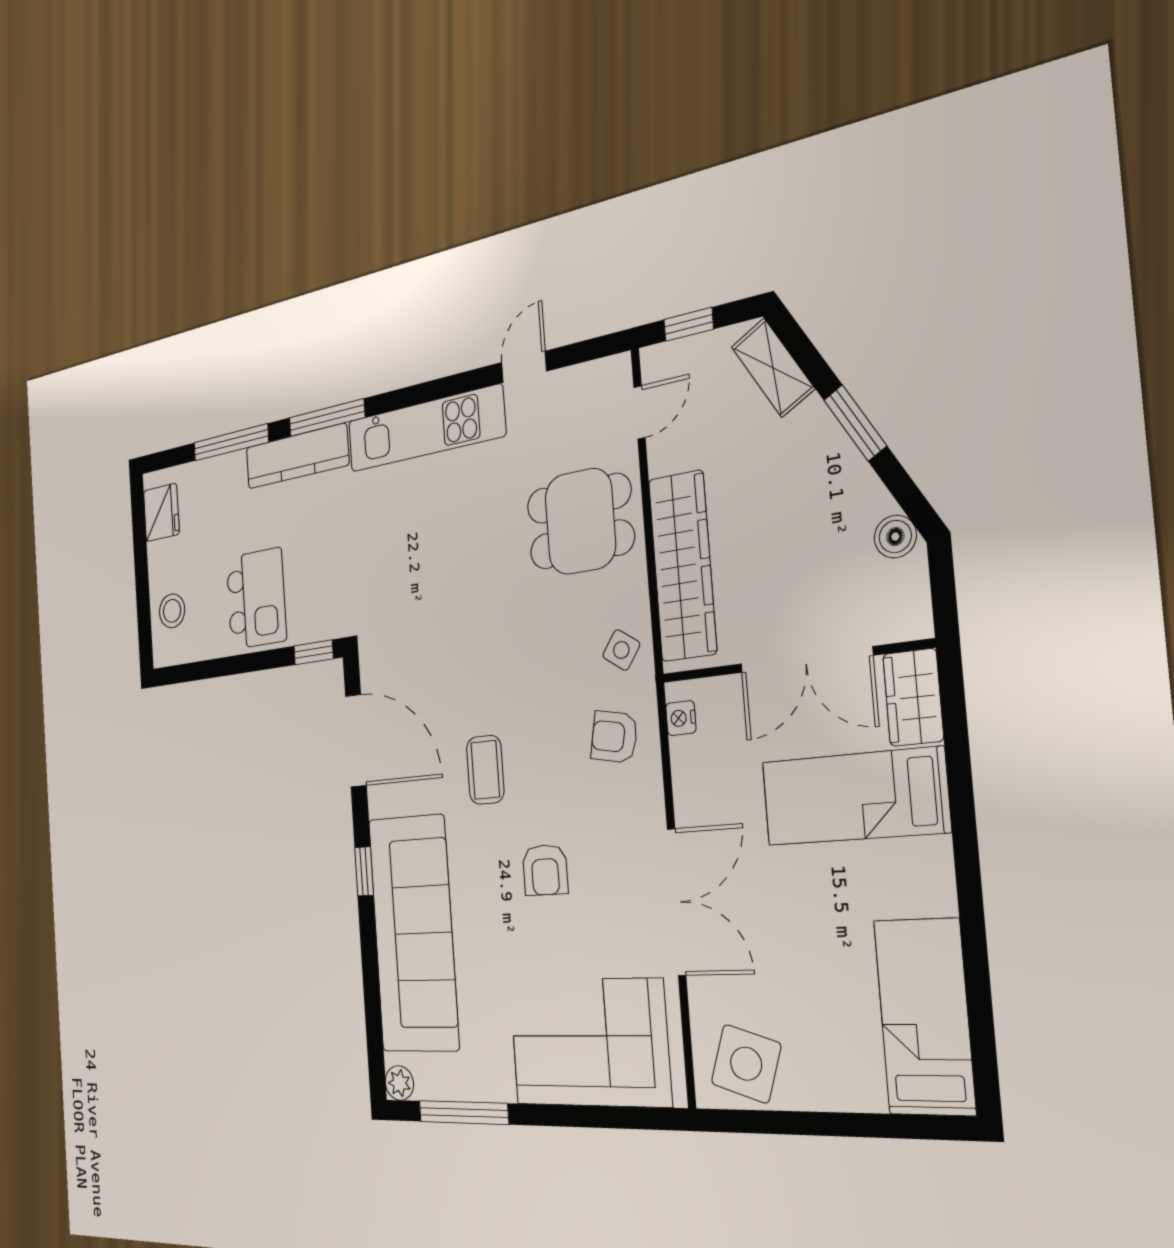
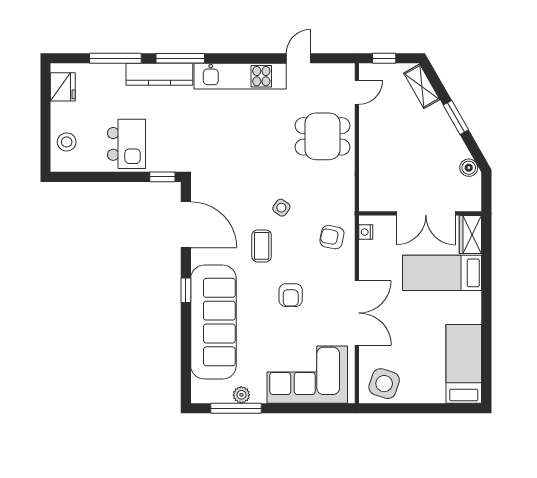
wardrobe: (682, 566) -> (372, 165), removed
side table: (621, 650) -> (281, 208), moved
plant: (399, 1083) -> (241, 395), moved

